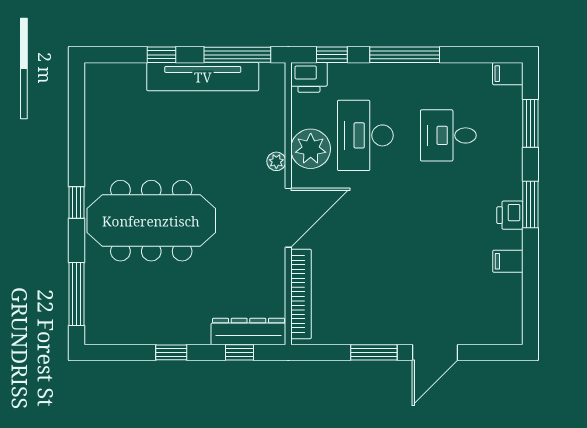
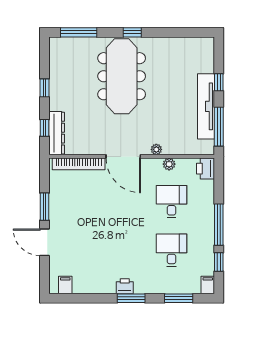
window: (332, 55) -> (219, 262), moved
desk: (365, 135) -> (171, 202), width x0.73
plant: (311, 149) -> (169, 164), width x0.53, depth x0.53
filing cabinet: (508, 261) -> (65, 285), moved

